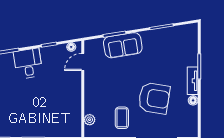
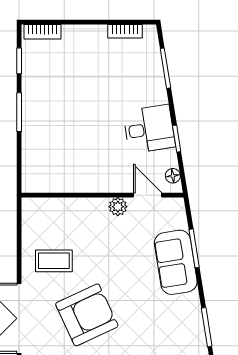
desk: (28, 64) -> (149, 129), moved
armchair: (154, 98) -> (87, 315), turned -124
plant: (90, 120) -> (118, 207), moved

